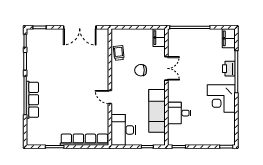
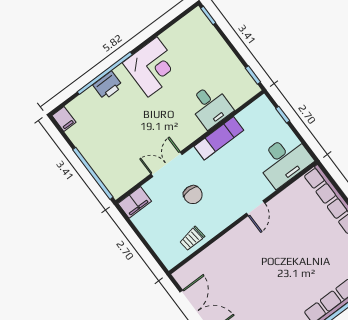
filing cabinet: (229, 38) -> (64, 119), width x0.50
exam couch: (157, 111) -> (219, 138), width x0.73, depth x0.69

